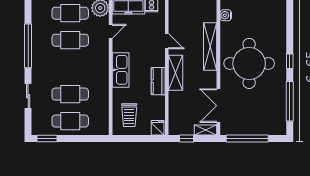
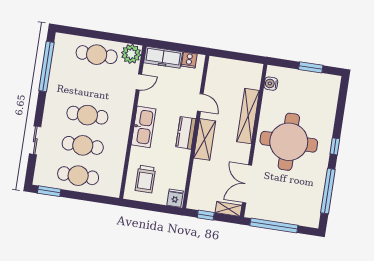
cafe table: (70, 40) -> (87, 115), moved
window: (28, 46) -> (46, 66), moved
kitchen counter: (158, 81) -> (186, 133), moved

